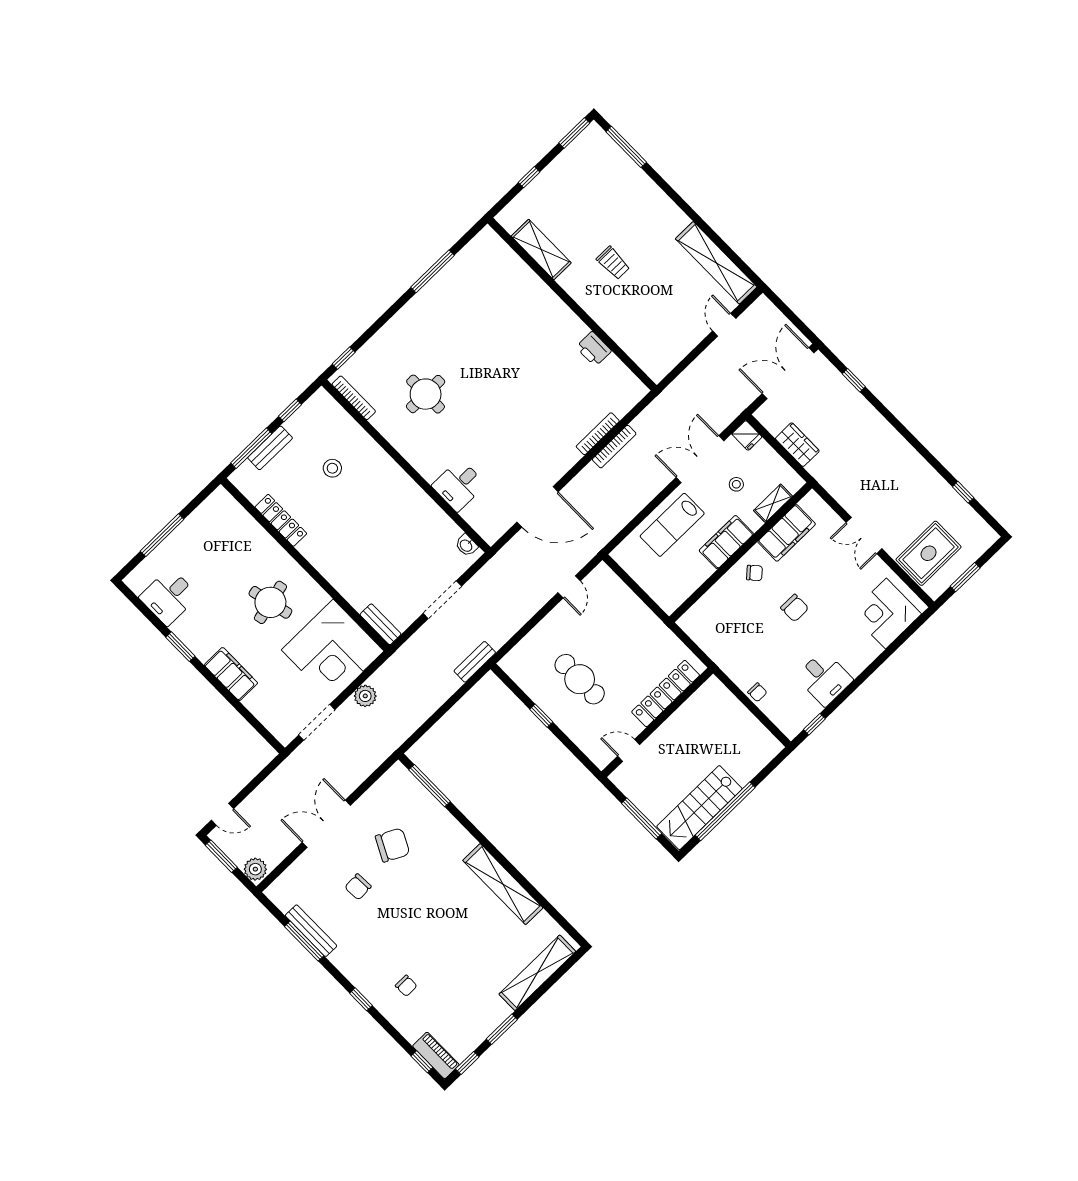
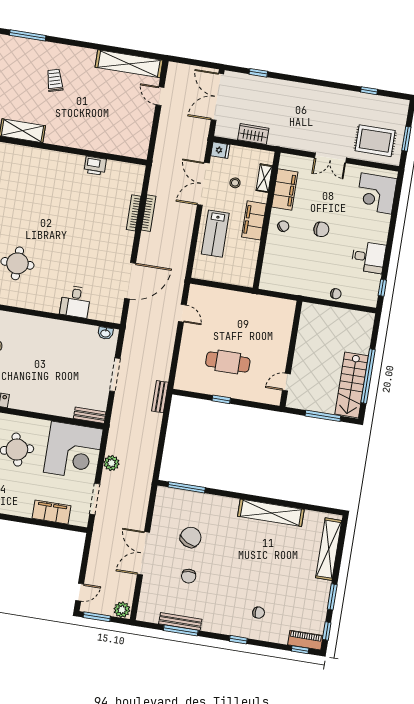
trolley: (613, 263) -> (55, 80), moved, turned -106
rug: (929, 553) -> (375, 141), turned 90
filing cabinet: (231, 674) -> (51, 512), moved
locker: (666, 694) -> (283, 334), removed

